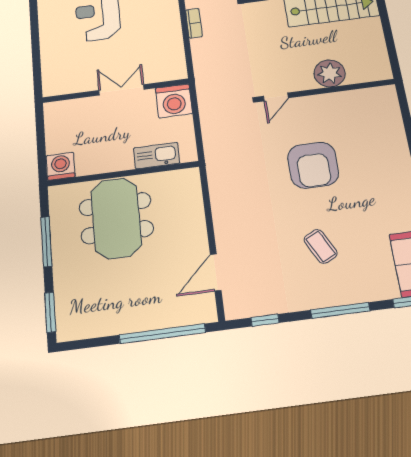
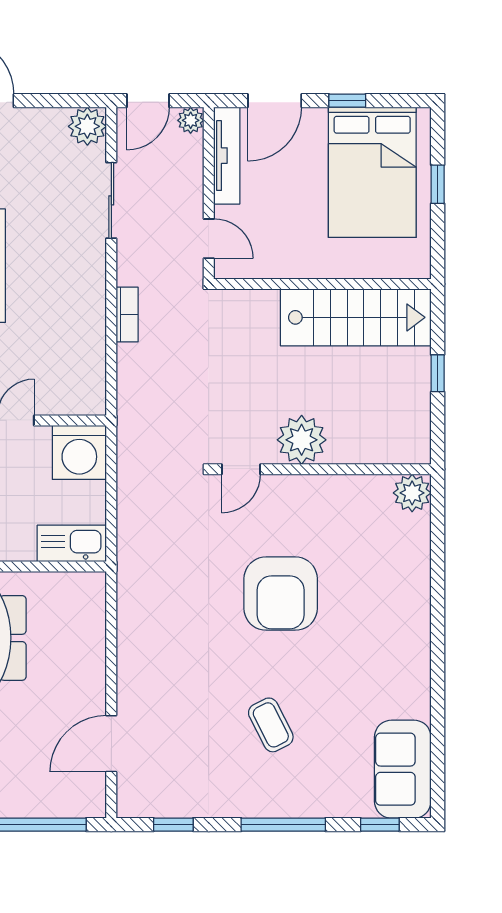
window: (387, 29) -> (438, 373), added
plant: (330, 73) -> (302, 440), moved
plant: (385, 96) -> (412, 493), added
kitchen sink: (157, 156) -> (72, 543), moved

